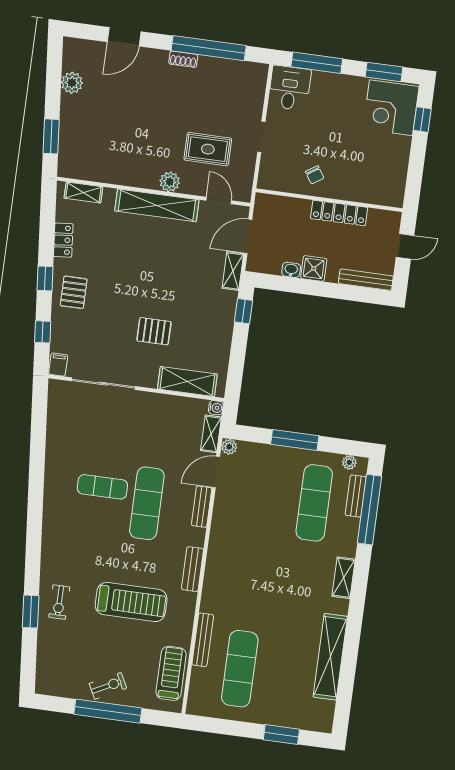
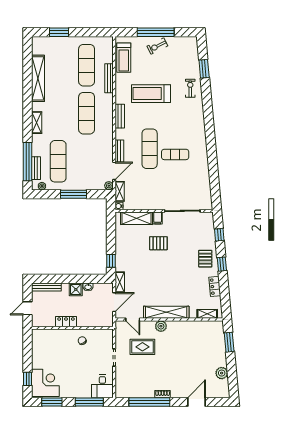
locker: (339, 213) -> (66, 322), width x0.66
filing cabinet: (58, 365) -> (158, 218), moved
exercise mat: (251, 582) -> (87, 113), added
window: (31, 612) -> (204, 69), moved

